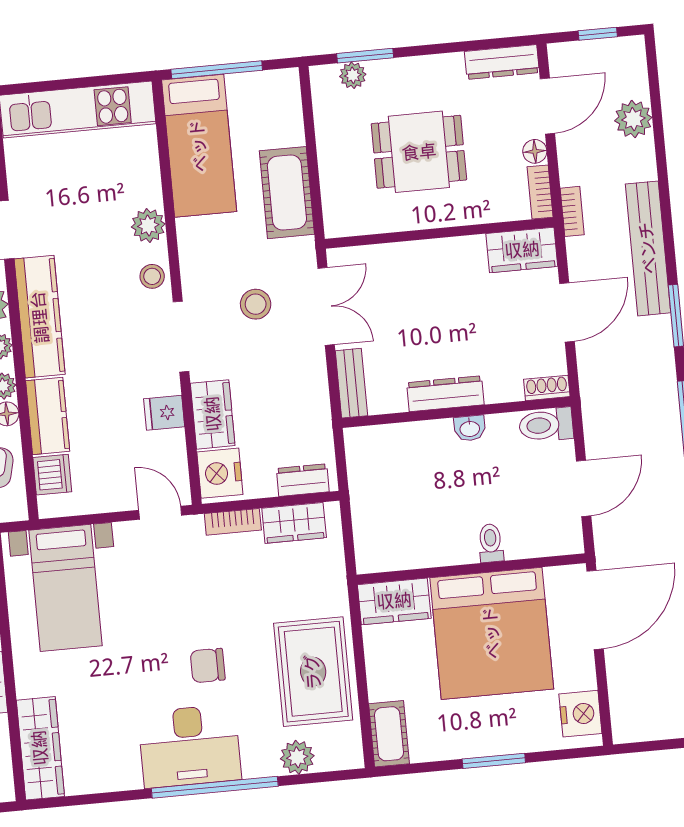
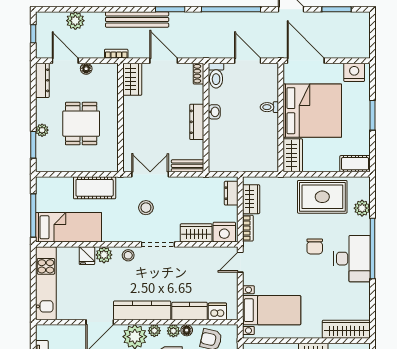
plant: (353, 75) -> (42, 130), moved
bookcase: (540, 192) -> (106, 68), removed
fridge: (164, 413) -> (87, 256), moved

